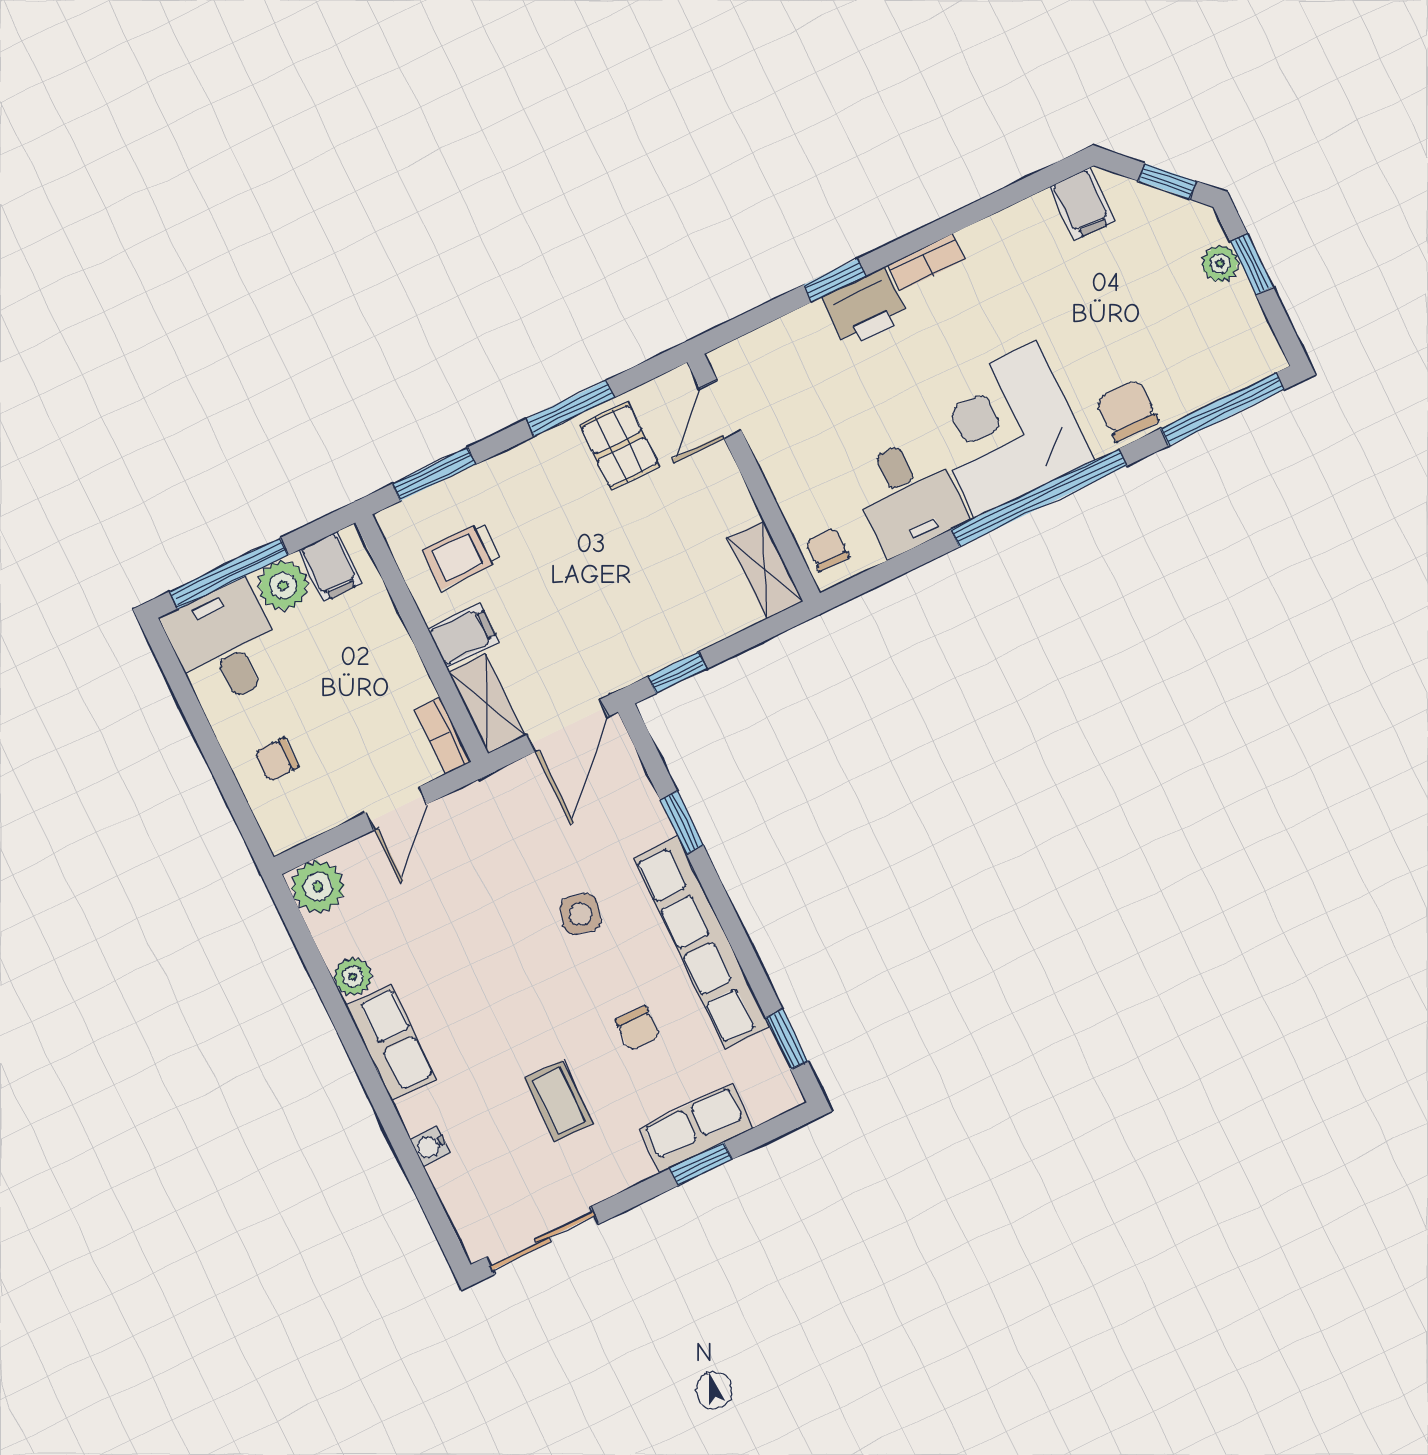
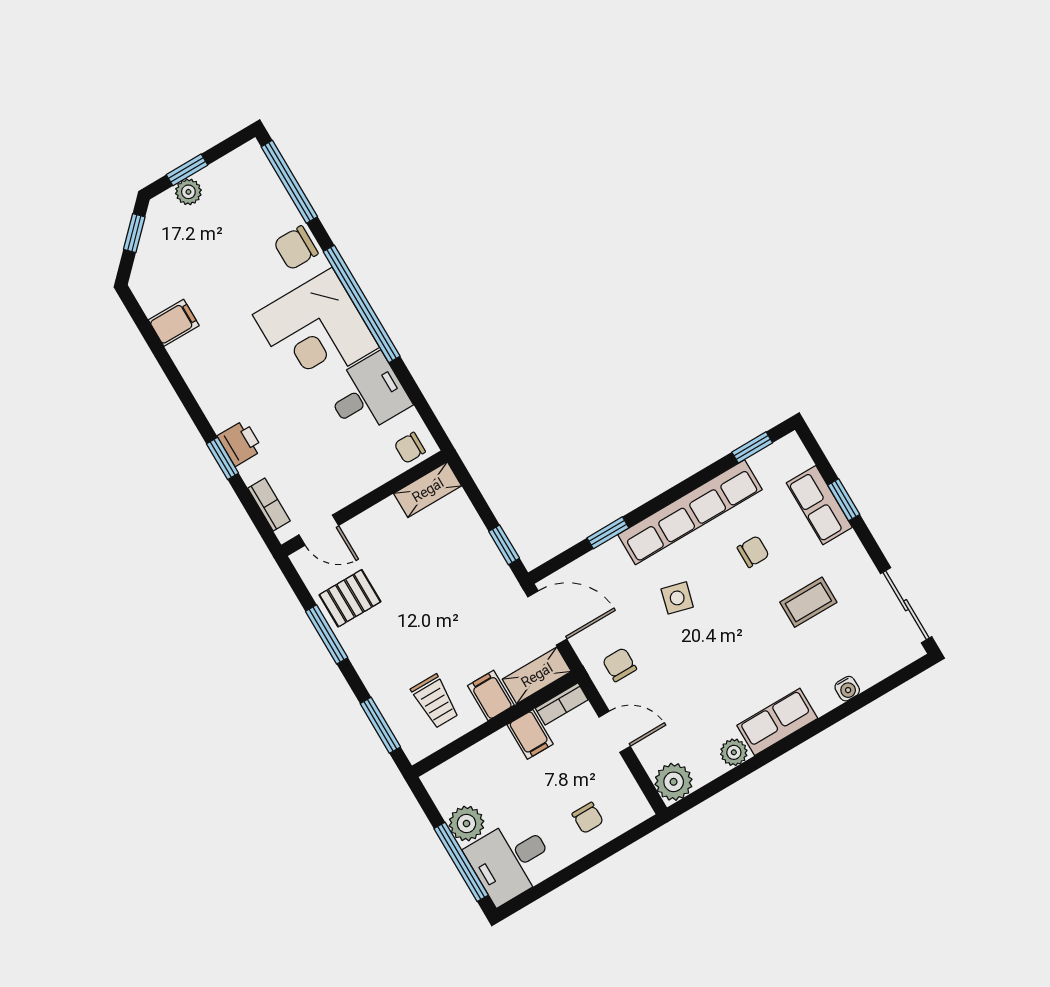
filing cabinet: (1082, 204) -> (174, 323), moved
bookcase: (927, 262) -> (269, 505), moved
printer: (866, 308) -> (240, 443), width x0.73, depth x0.81
filing cabinet: (330, 567) -> (530, 734), moved, turned 90
chair: (492, 823) -> (620, 665), added

